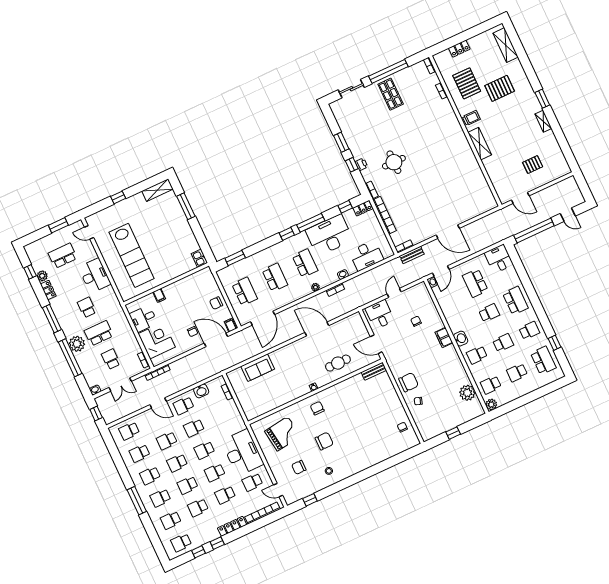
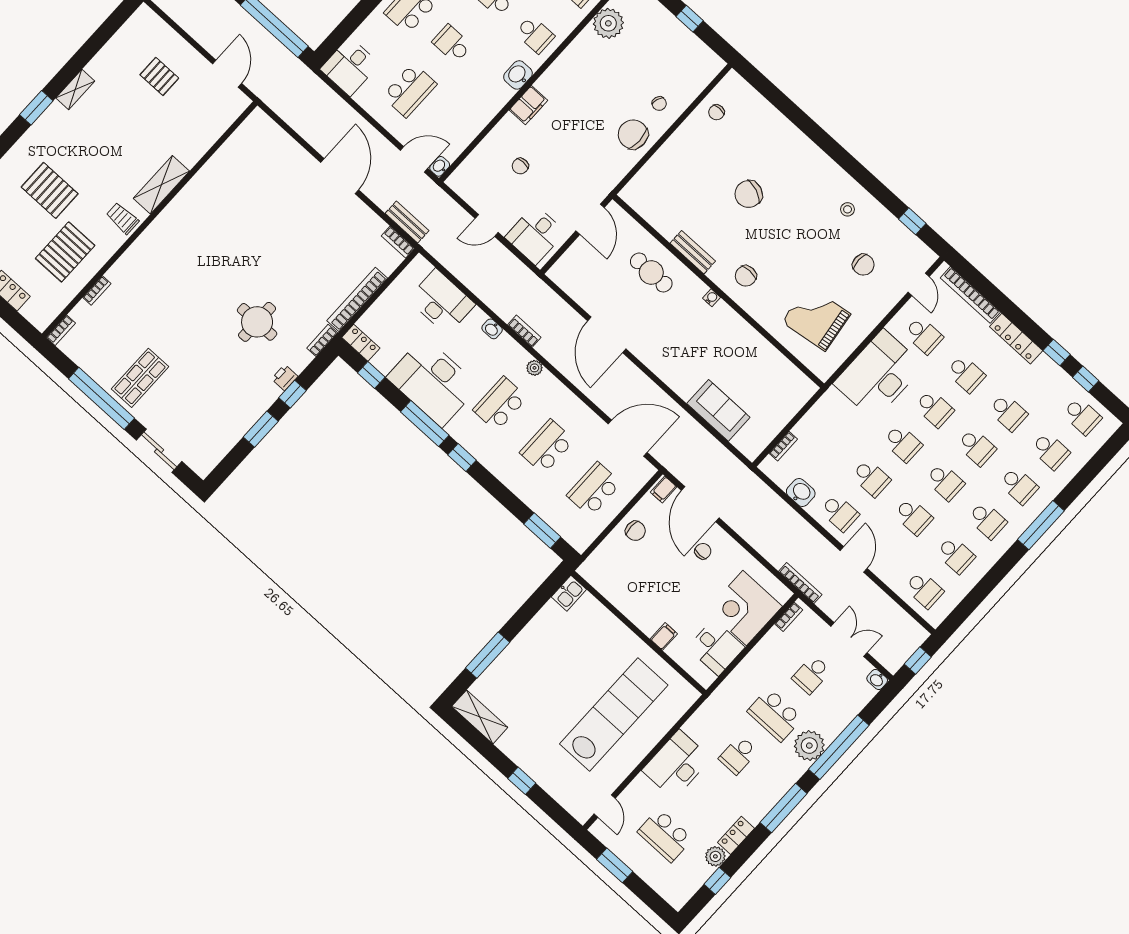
bench: (374, 371) -> (693, 252), moved
chair: (324, 441) -> (749, 194), moved, turned -69

